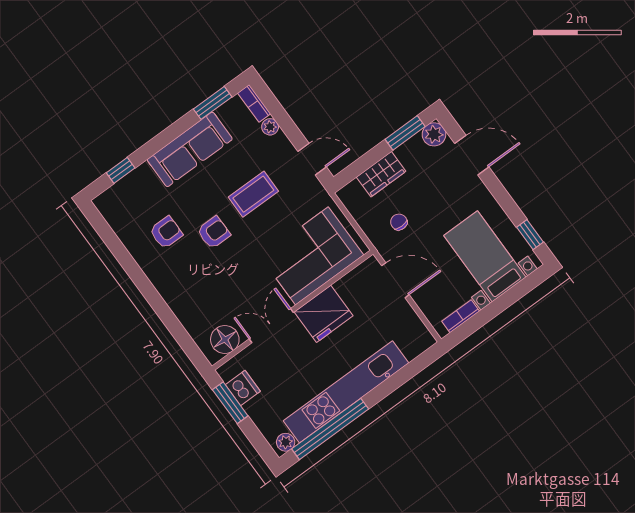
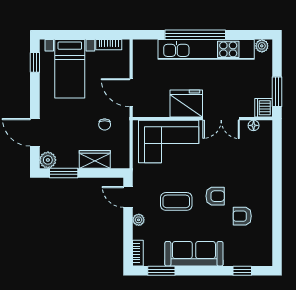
plant: (270, 127) -> (139, 220), moved
armchair: (214, 233) -> (215, 196), turned 180
floor lamp: (225, 339) -> (254, 125), width x0.53, depth x0.53
dishwasher: (243, 388) -> (264, 108), moved
window: (330, 429) -> (195, 35), moved

